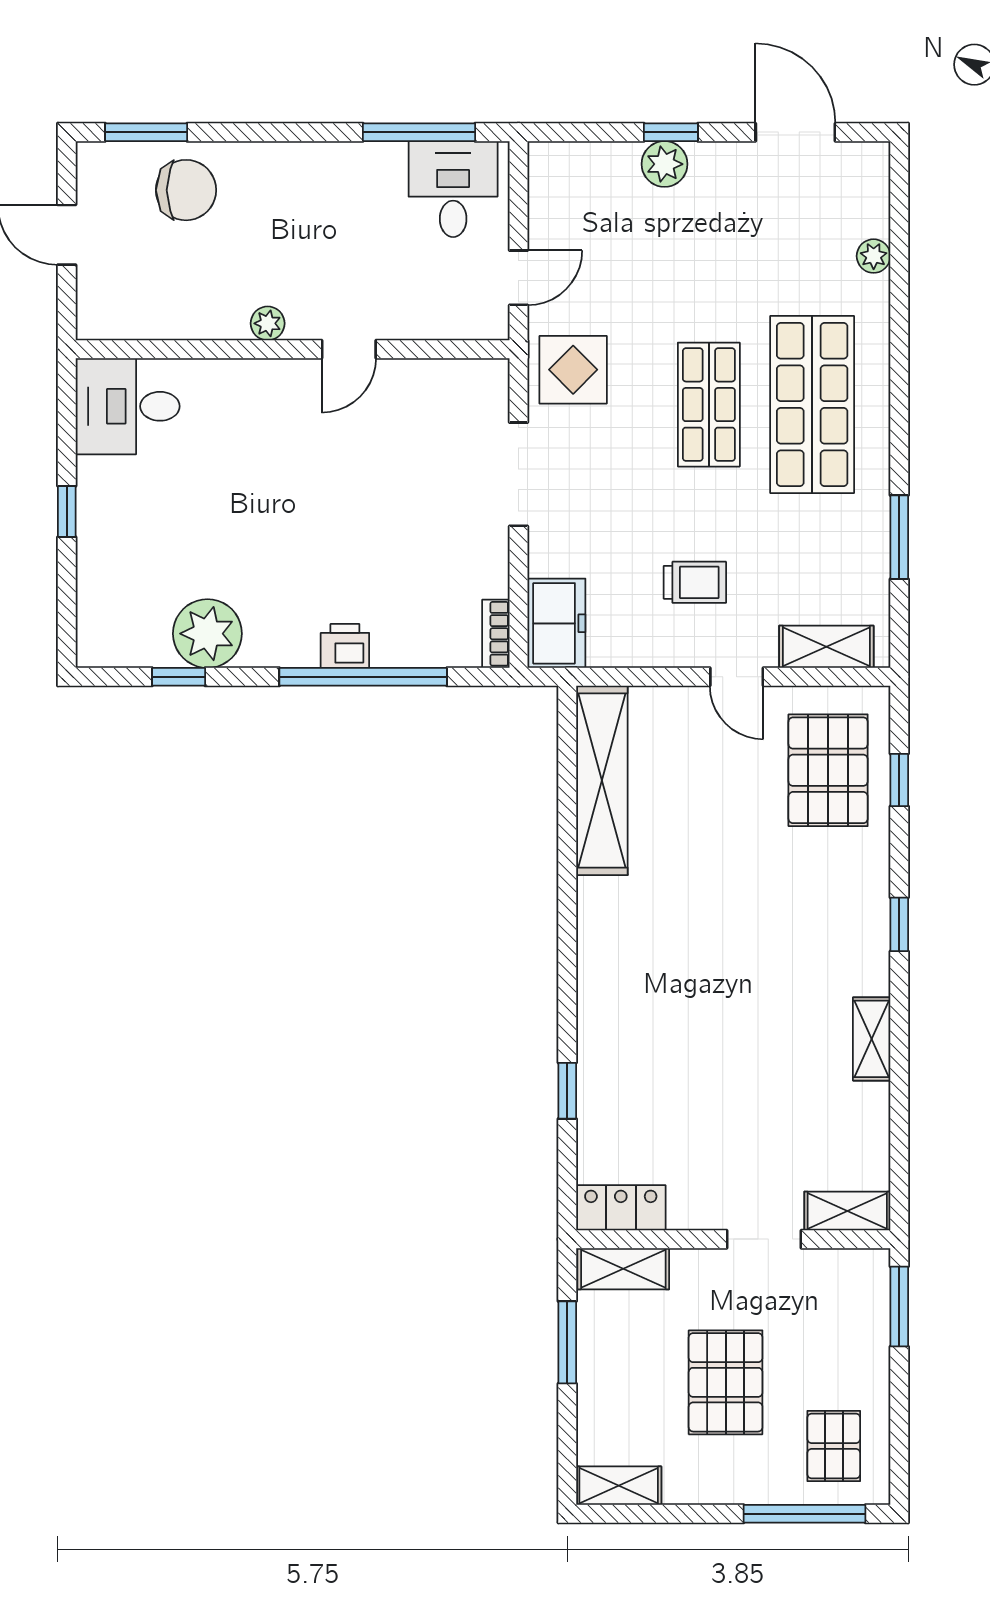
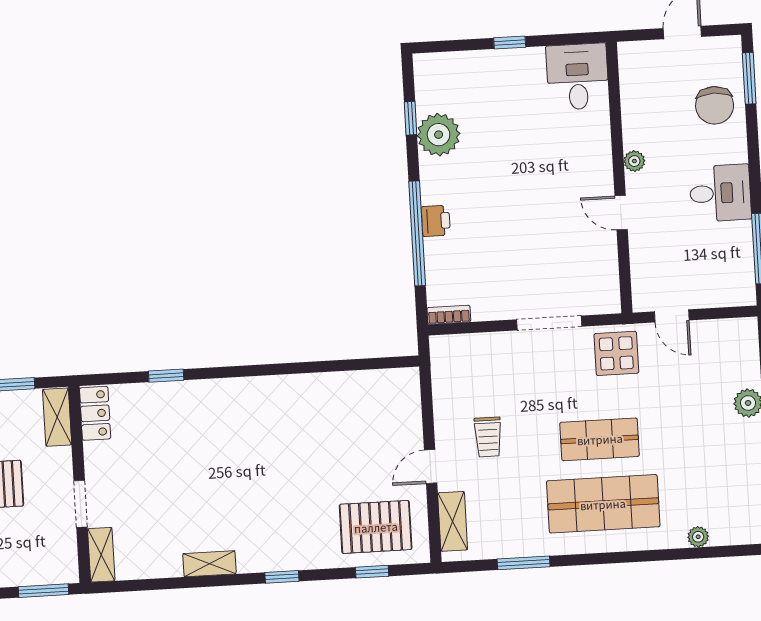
desk: (453, 189) -> (720, 193), moved
freezer: (556, 623) -> (458, 352), removed
shelving: (602, 780) -> (361, 386), removed

